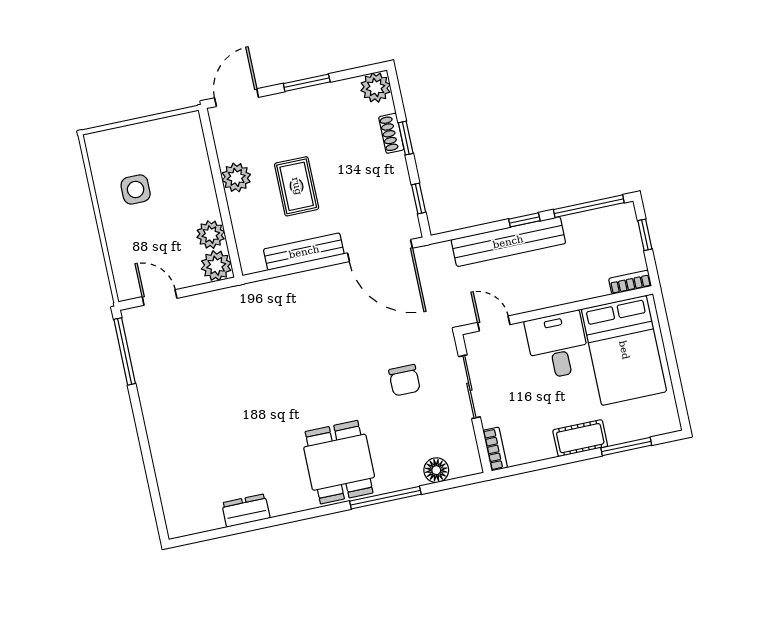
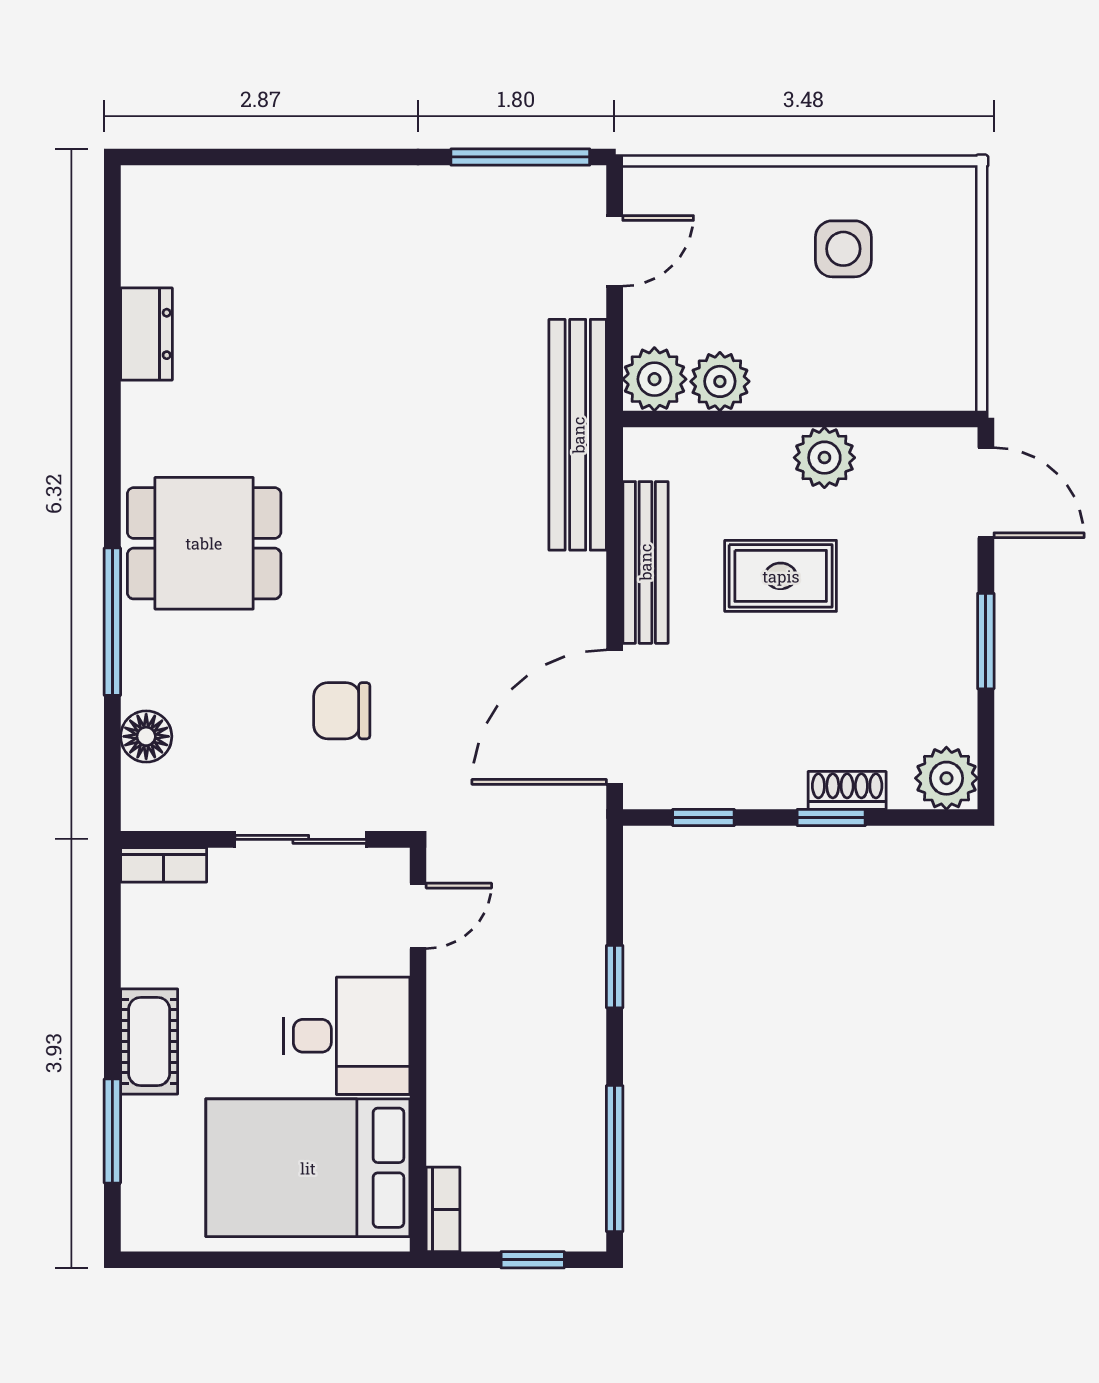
window: (524, 220) -> (615, 977), moved
bench: (508, 242) -> (578, 435), moved

